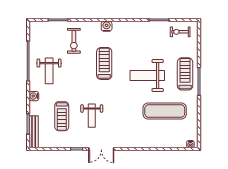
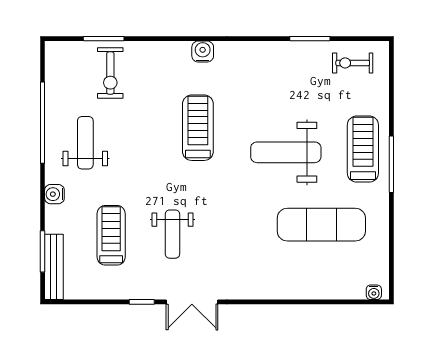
exercise bike: (74, 41) -> (110, 73), moved
weight bench: (49, 71) -> (85, 143), turned 180
treadmill: (62, 116) -> (111, 235), turned 180

